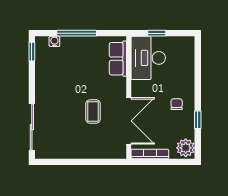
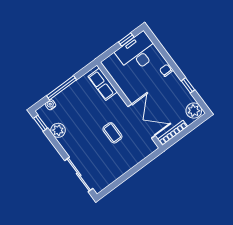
window: (157, 33) -> (126, 40), moved
desk: (148, 58) -> (137, 53), moved, turned 90
plant: (43, 71) -> (58, 130), added
chair: (177, 104) -> (166, 70), moved

